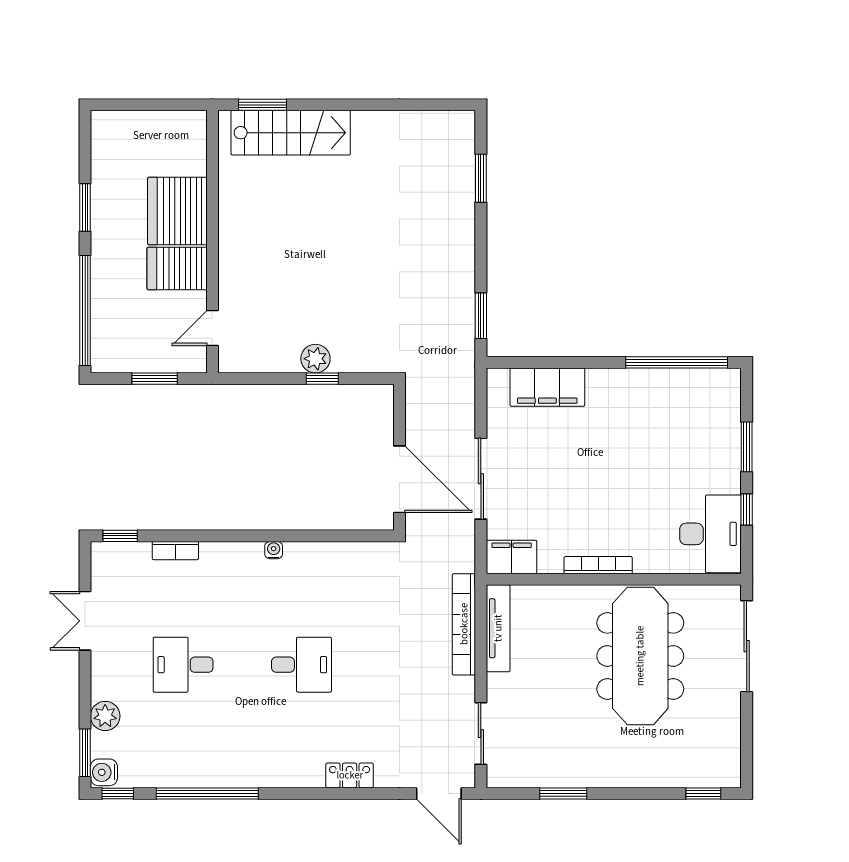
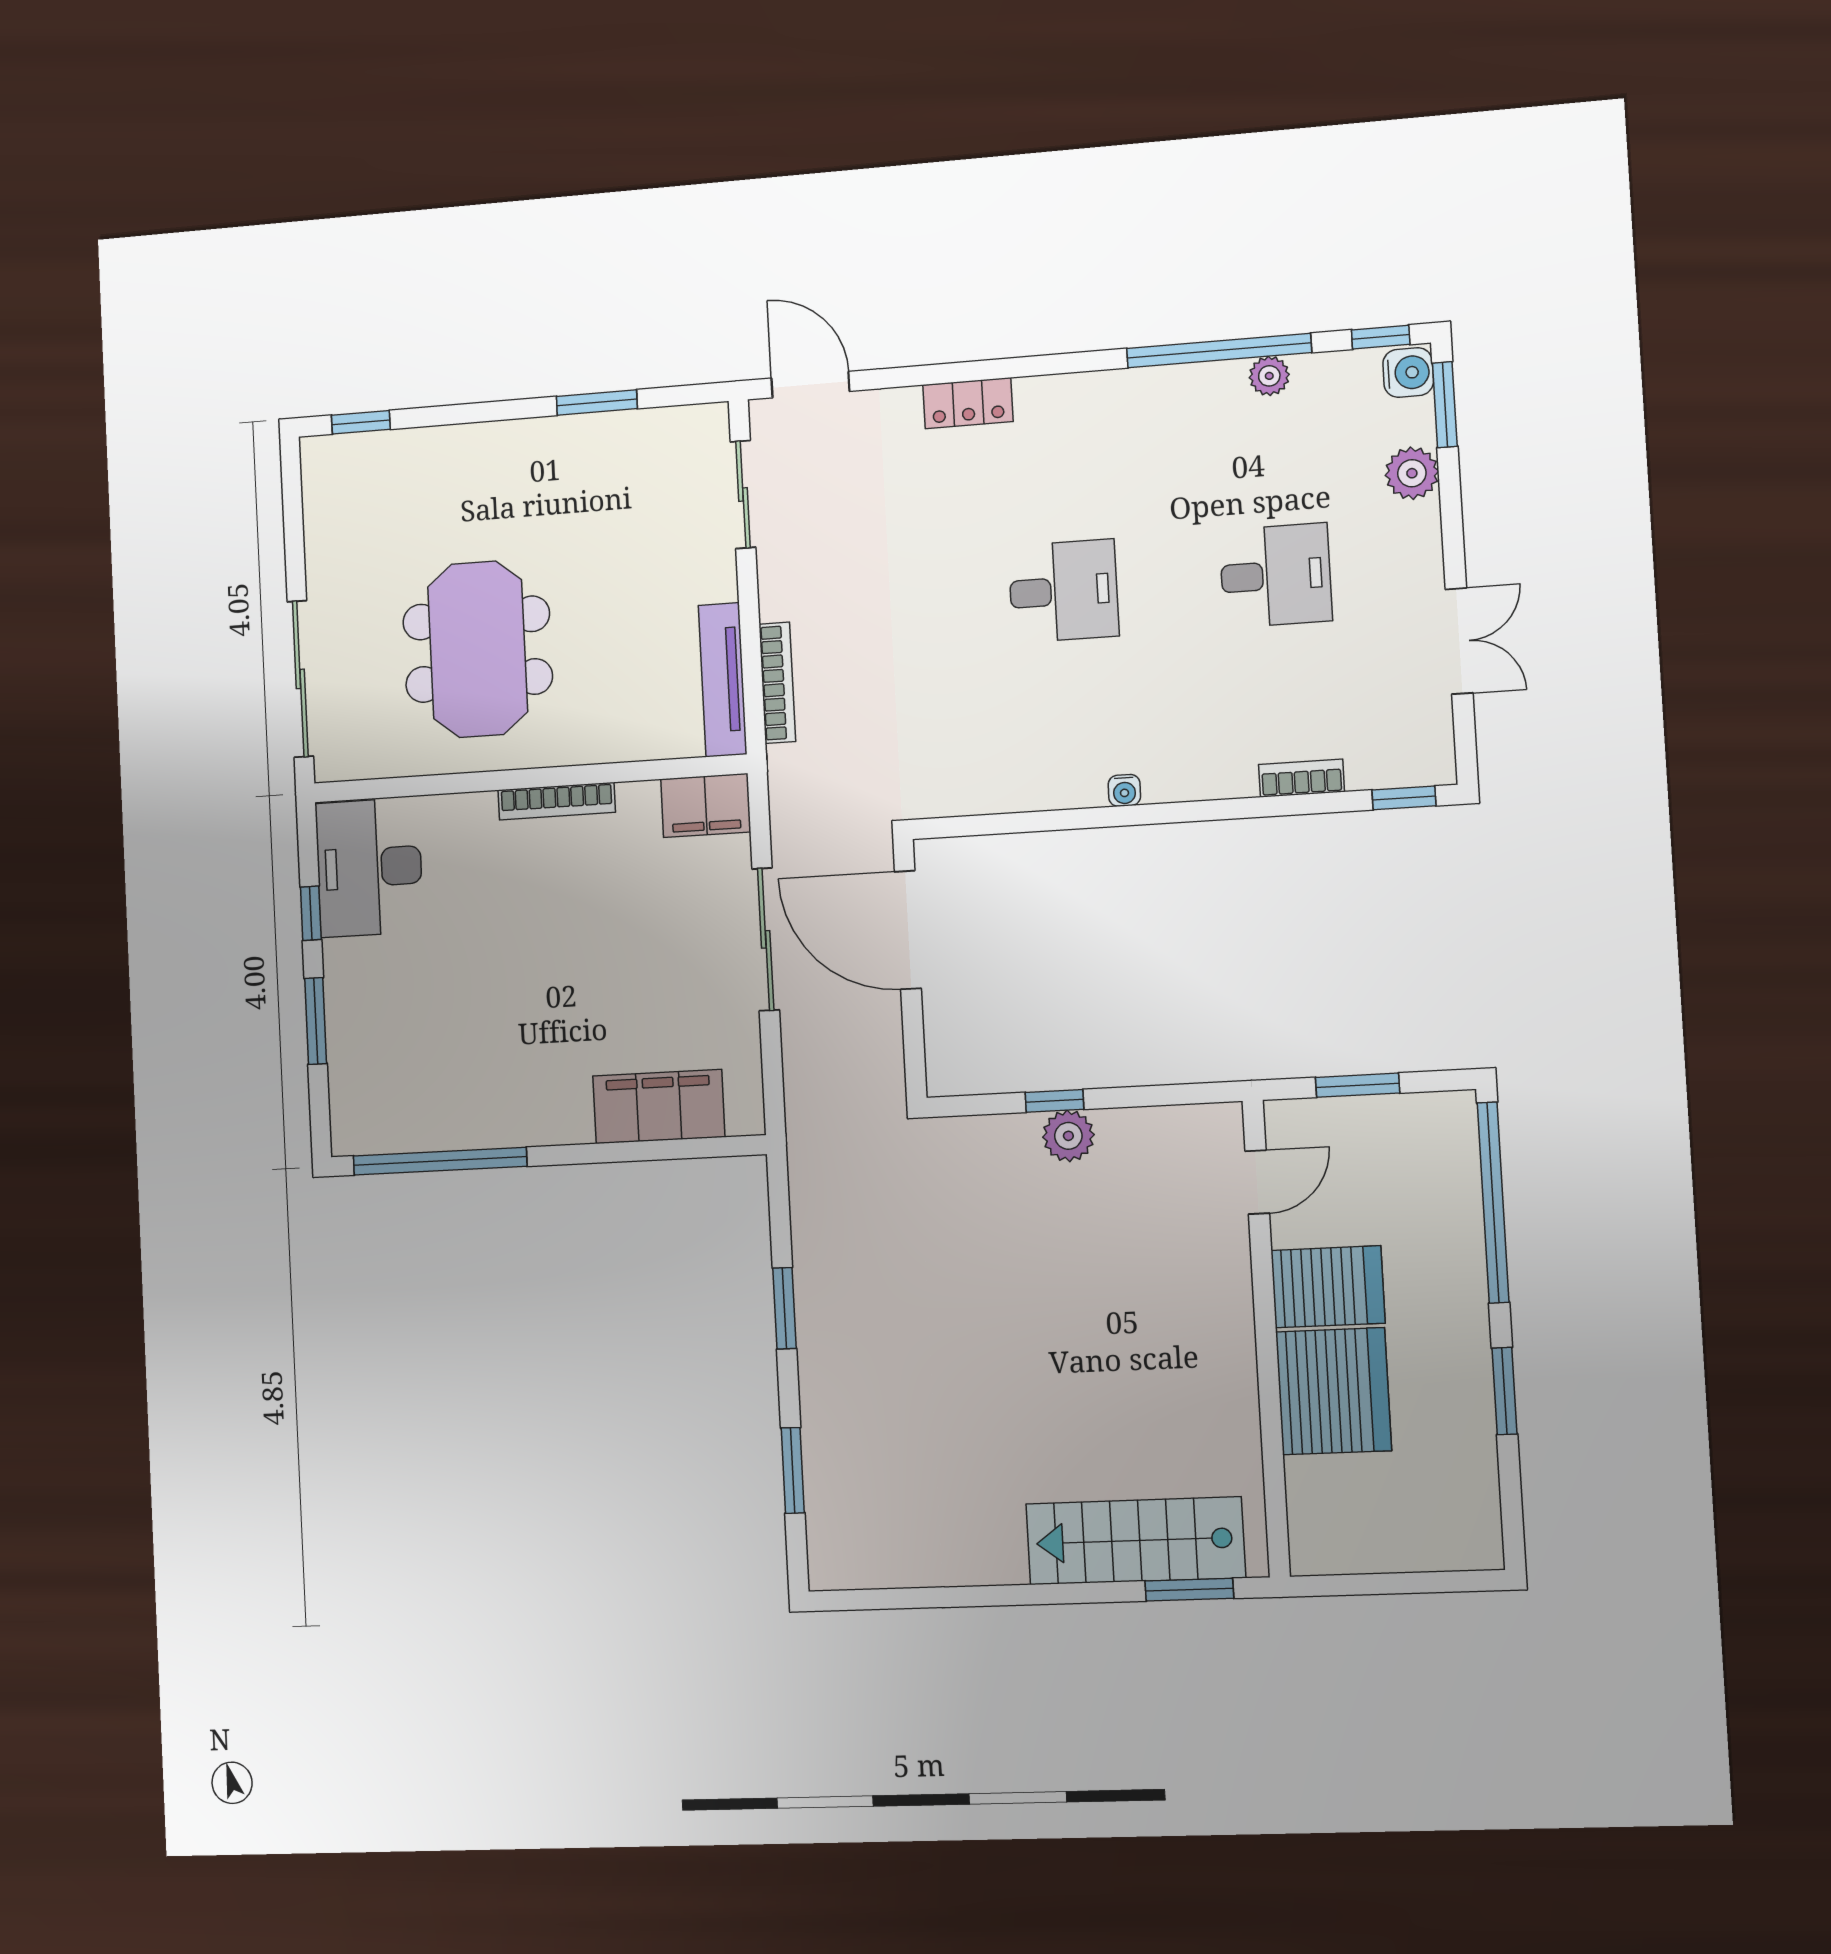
window: (481, 316) -> (784, 1308), moved
bookcase: (464, 624) -> (777, 683), width x0.68, depth x0.76
meeting table: (640, 656) -> (478, 649), width x0.73
desk: (301, 665) -> (1064, 591), turned 180
plant: (180, 777) -> (1269, 376), added

